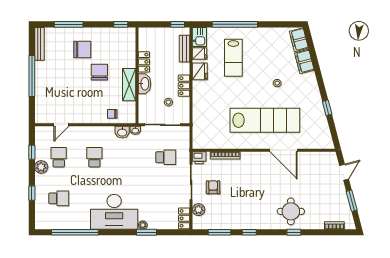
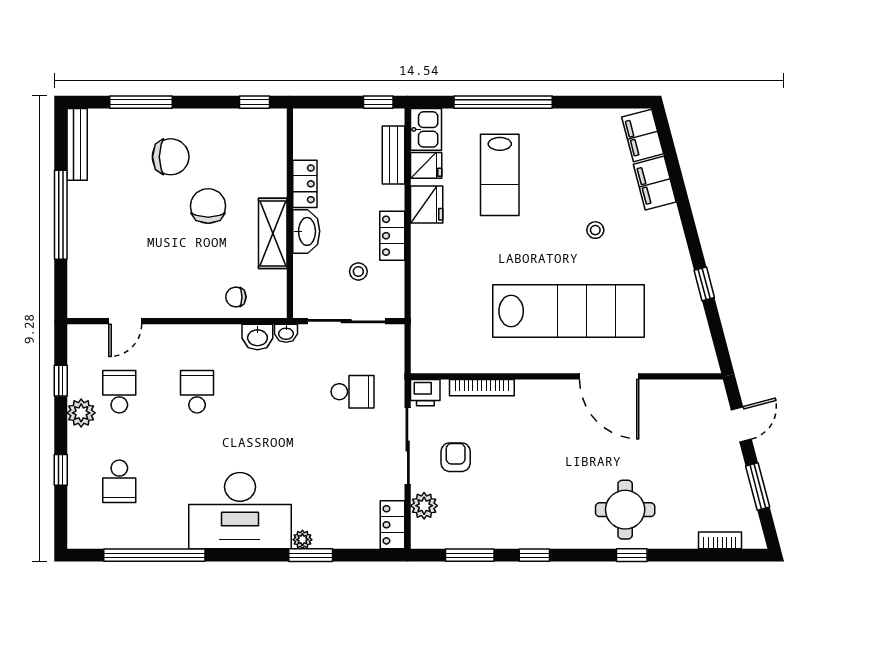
school desk: (59, 198) -> (119, 481), turned 90

